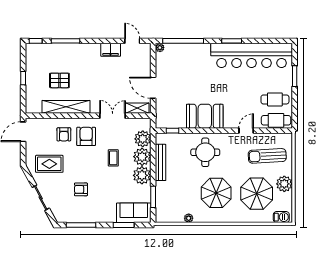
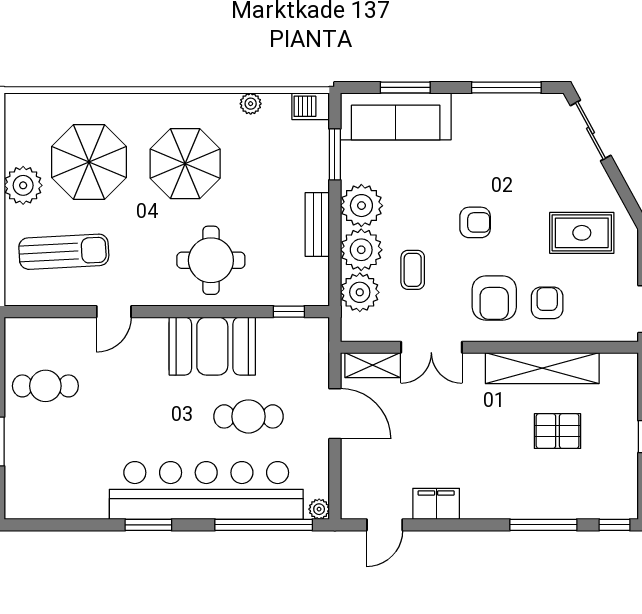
door: (132, 41) -> (385, 525), hinge flipped
bar counter: (252, 55) -> (206, 490), moved
cafe table: (276, 120) -> (248, 416), moved
coffee table: (113, 158) -> (413, 270), moved
bench: (161, 162) -> (317, 224), width x0.73
armchair: (81, 189) -> (475, 222), moved
sliding door: (41, 198) -> (591, 131), moved
sofa: (134, 213) -> (396, 116), width x1.36
barbecue: (281, 217) -> (311, 106), moved

